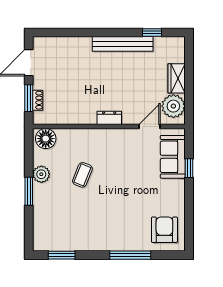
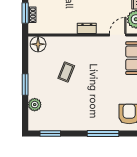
plant: (41, 174) -> (35, 105), moved

